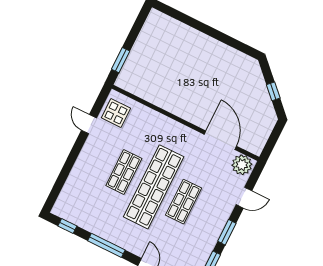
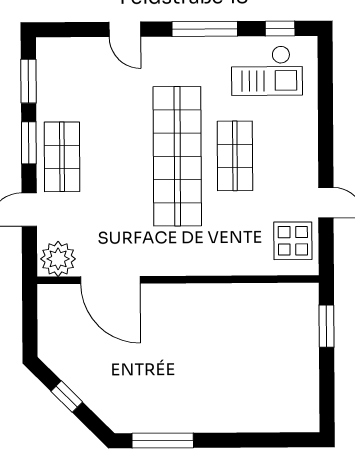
window: (235, 44) -> (163, 441), added
shop shelf: (184, 202) -> (62, 157), moved
checkout: (85, 208) -> (267, 71), added

